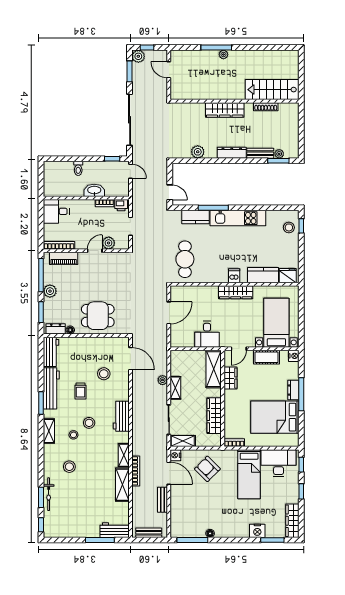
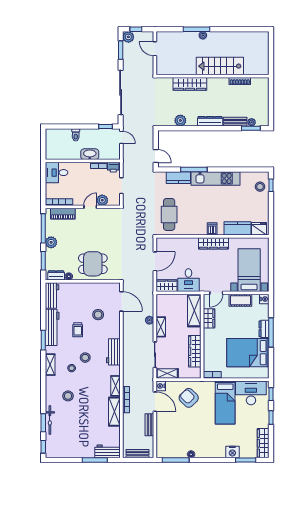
stairs: (272, 90) -> (220, 66), moved
wardrobe: (225, 110) -> (190, 84), moved
wardrobe: (182, 340) -> (167, 286), added

